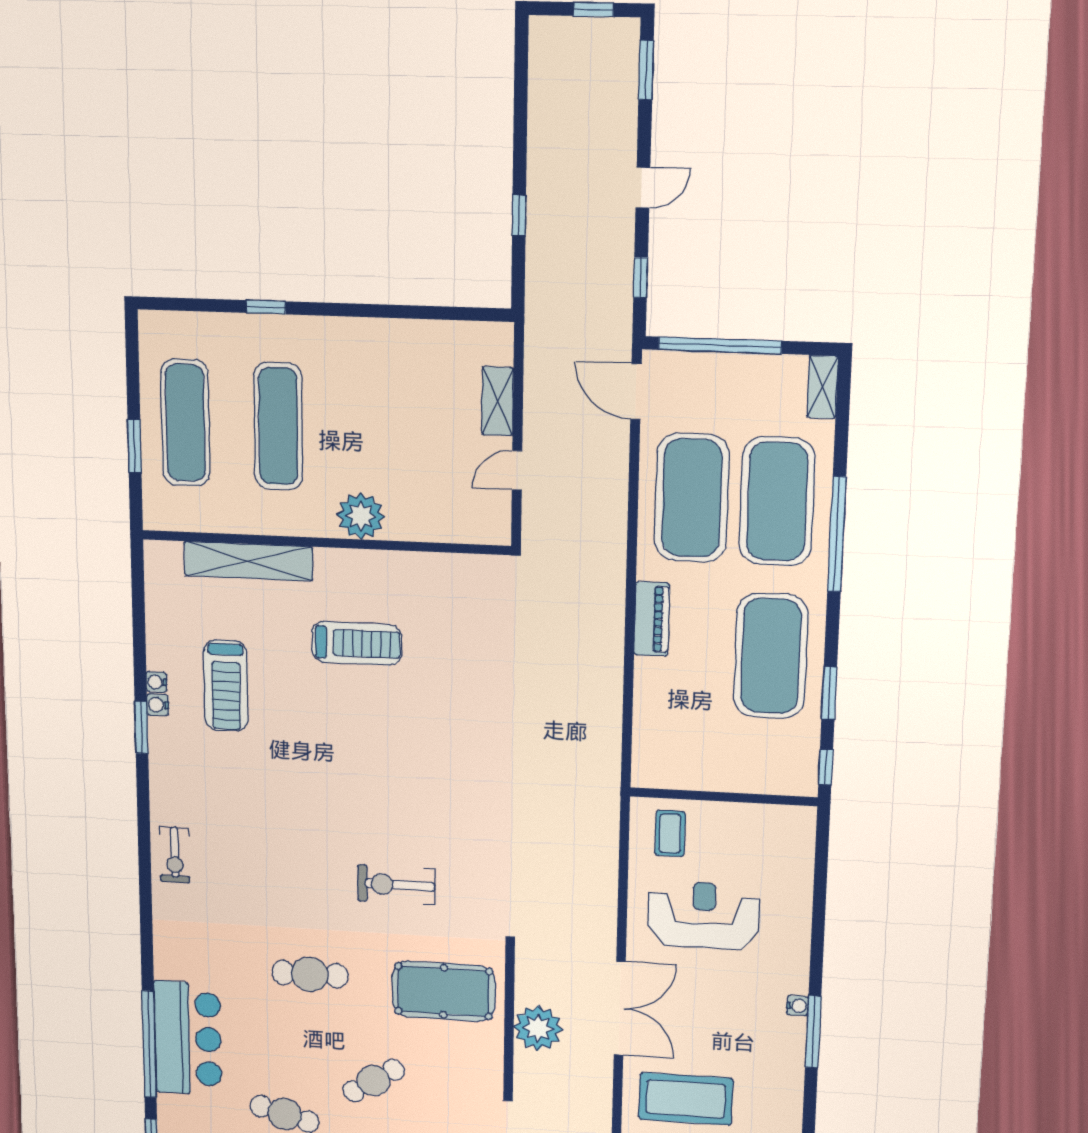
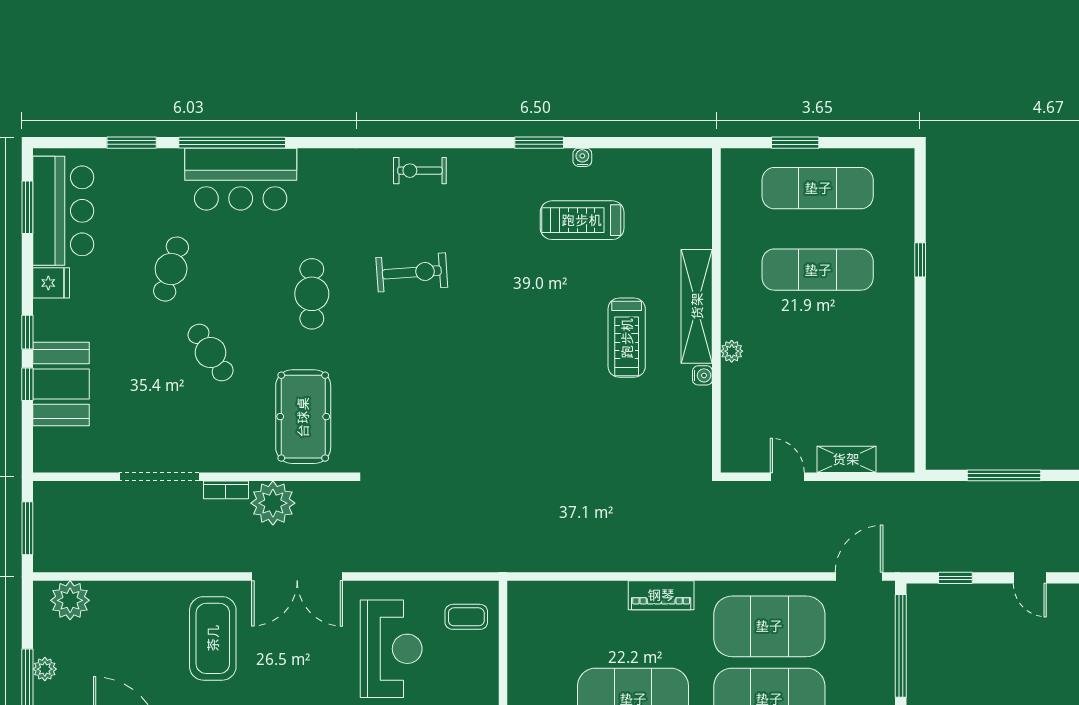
window: (519, 215) -> (1004, 475), width x2.17
plant: (361, 516) -> (732, 351), width x0.53, depth x0.53
shelving: (248, 561) -> (697, 306), moved
water cooler: (158, 705) -> (702, 375), moved, turned 90
exercise bike: (396, 885) -> (412, 272), moved, turned 86
bookcase: (523, 1075) -> (226, 490), added

